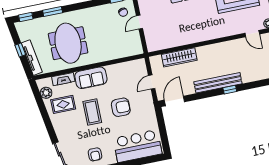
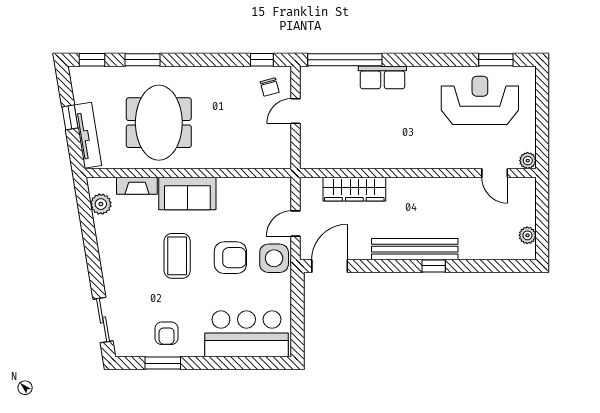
side table: (144, 103) -> (274, 258), added
rug: (63, 104) -> (127, 231), removed

